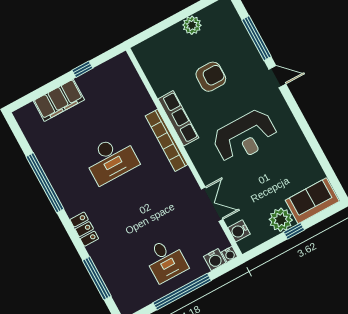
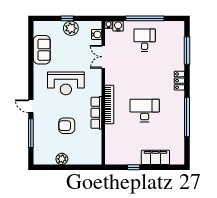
reception desk: (245, 137) -> (66, 83), turned 180
sofa: (312, 201) -> (42, 50), moved, turned -90

